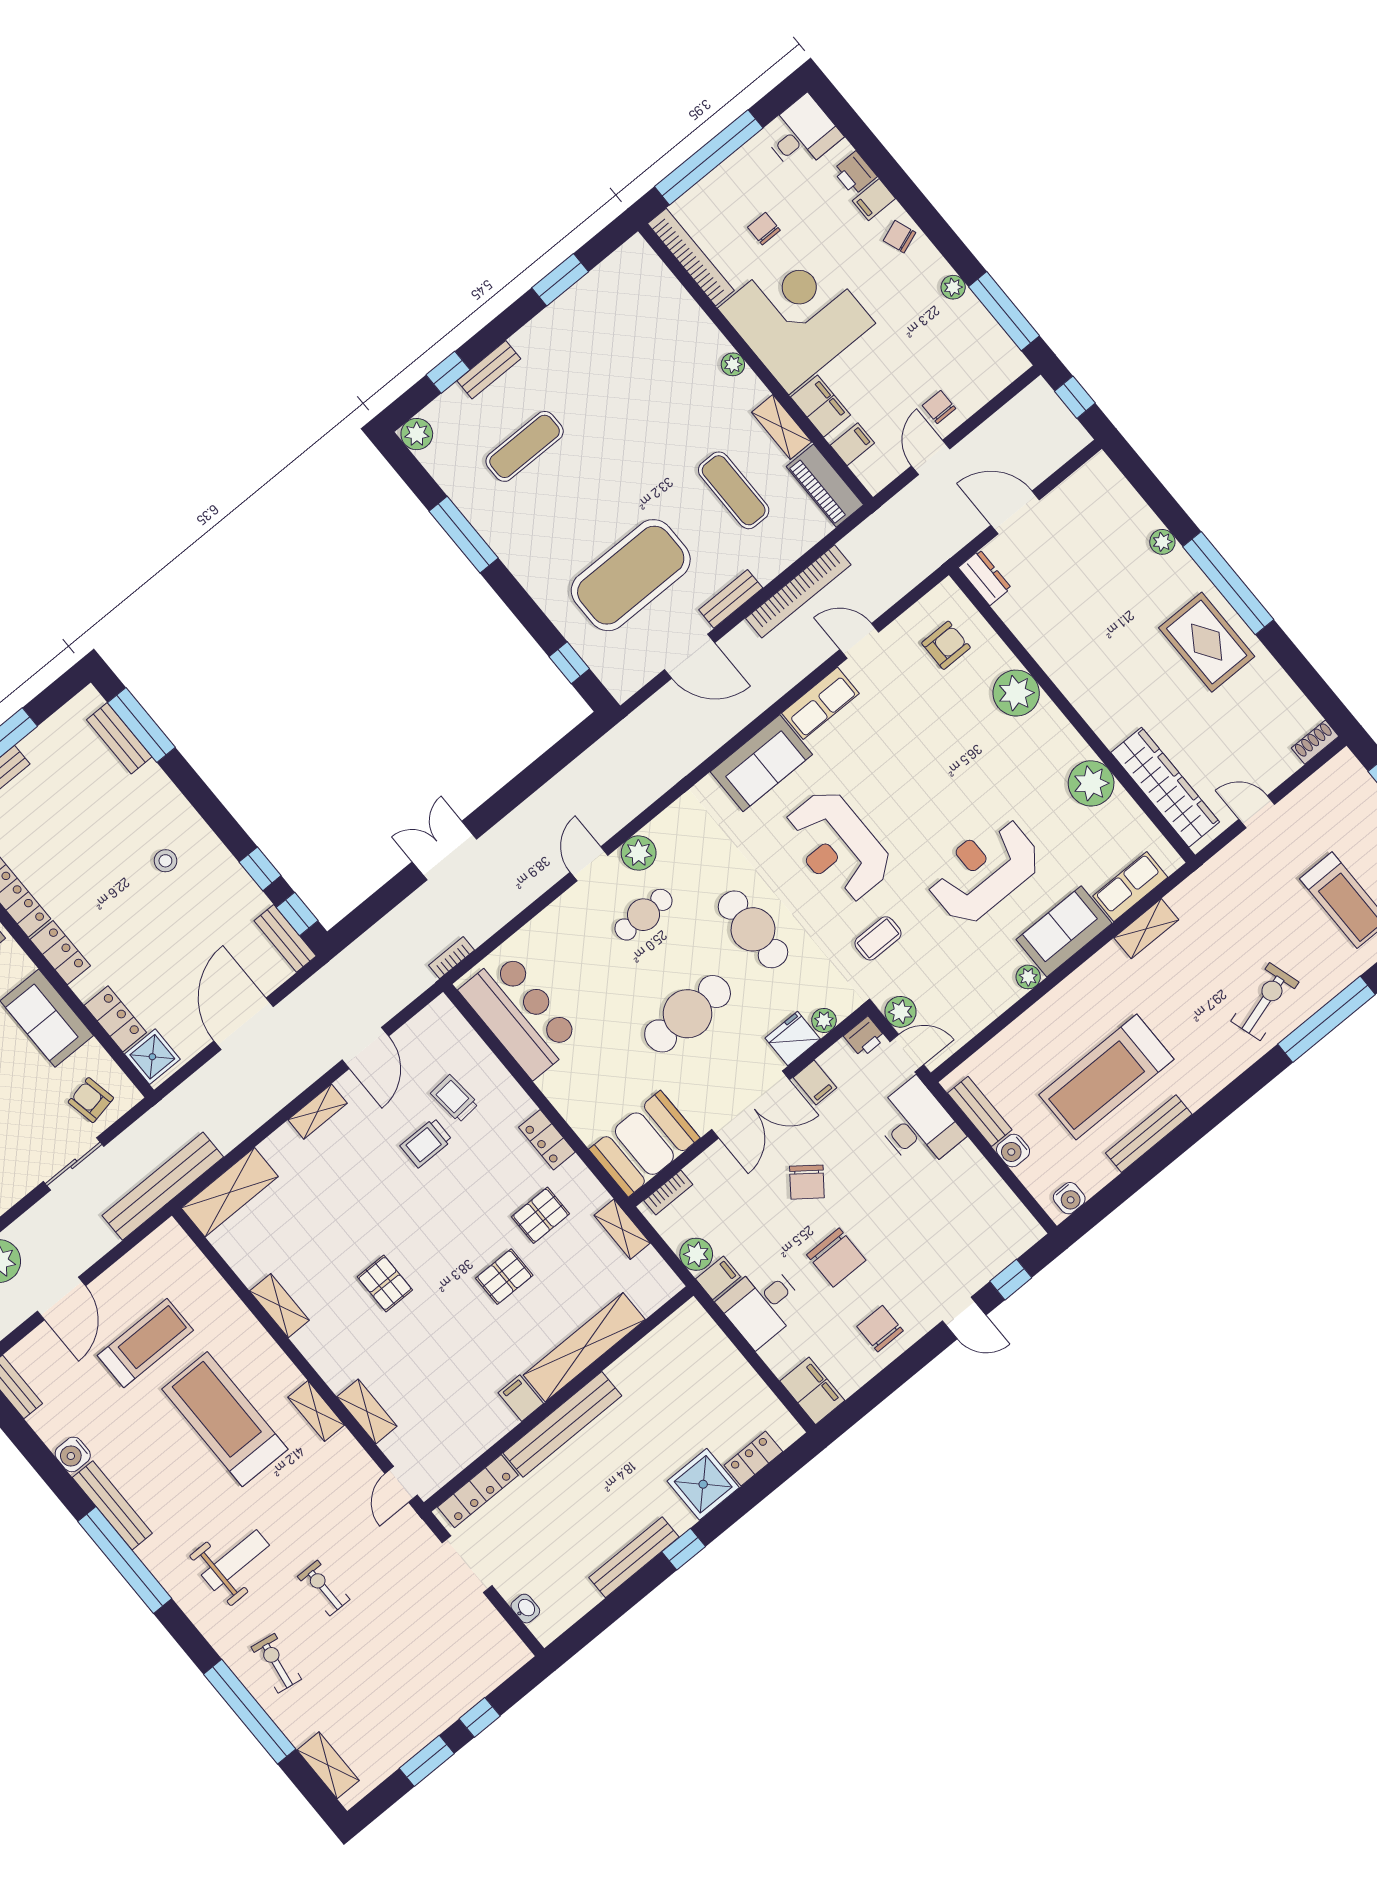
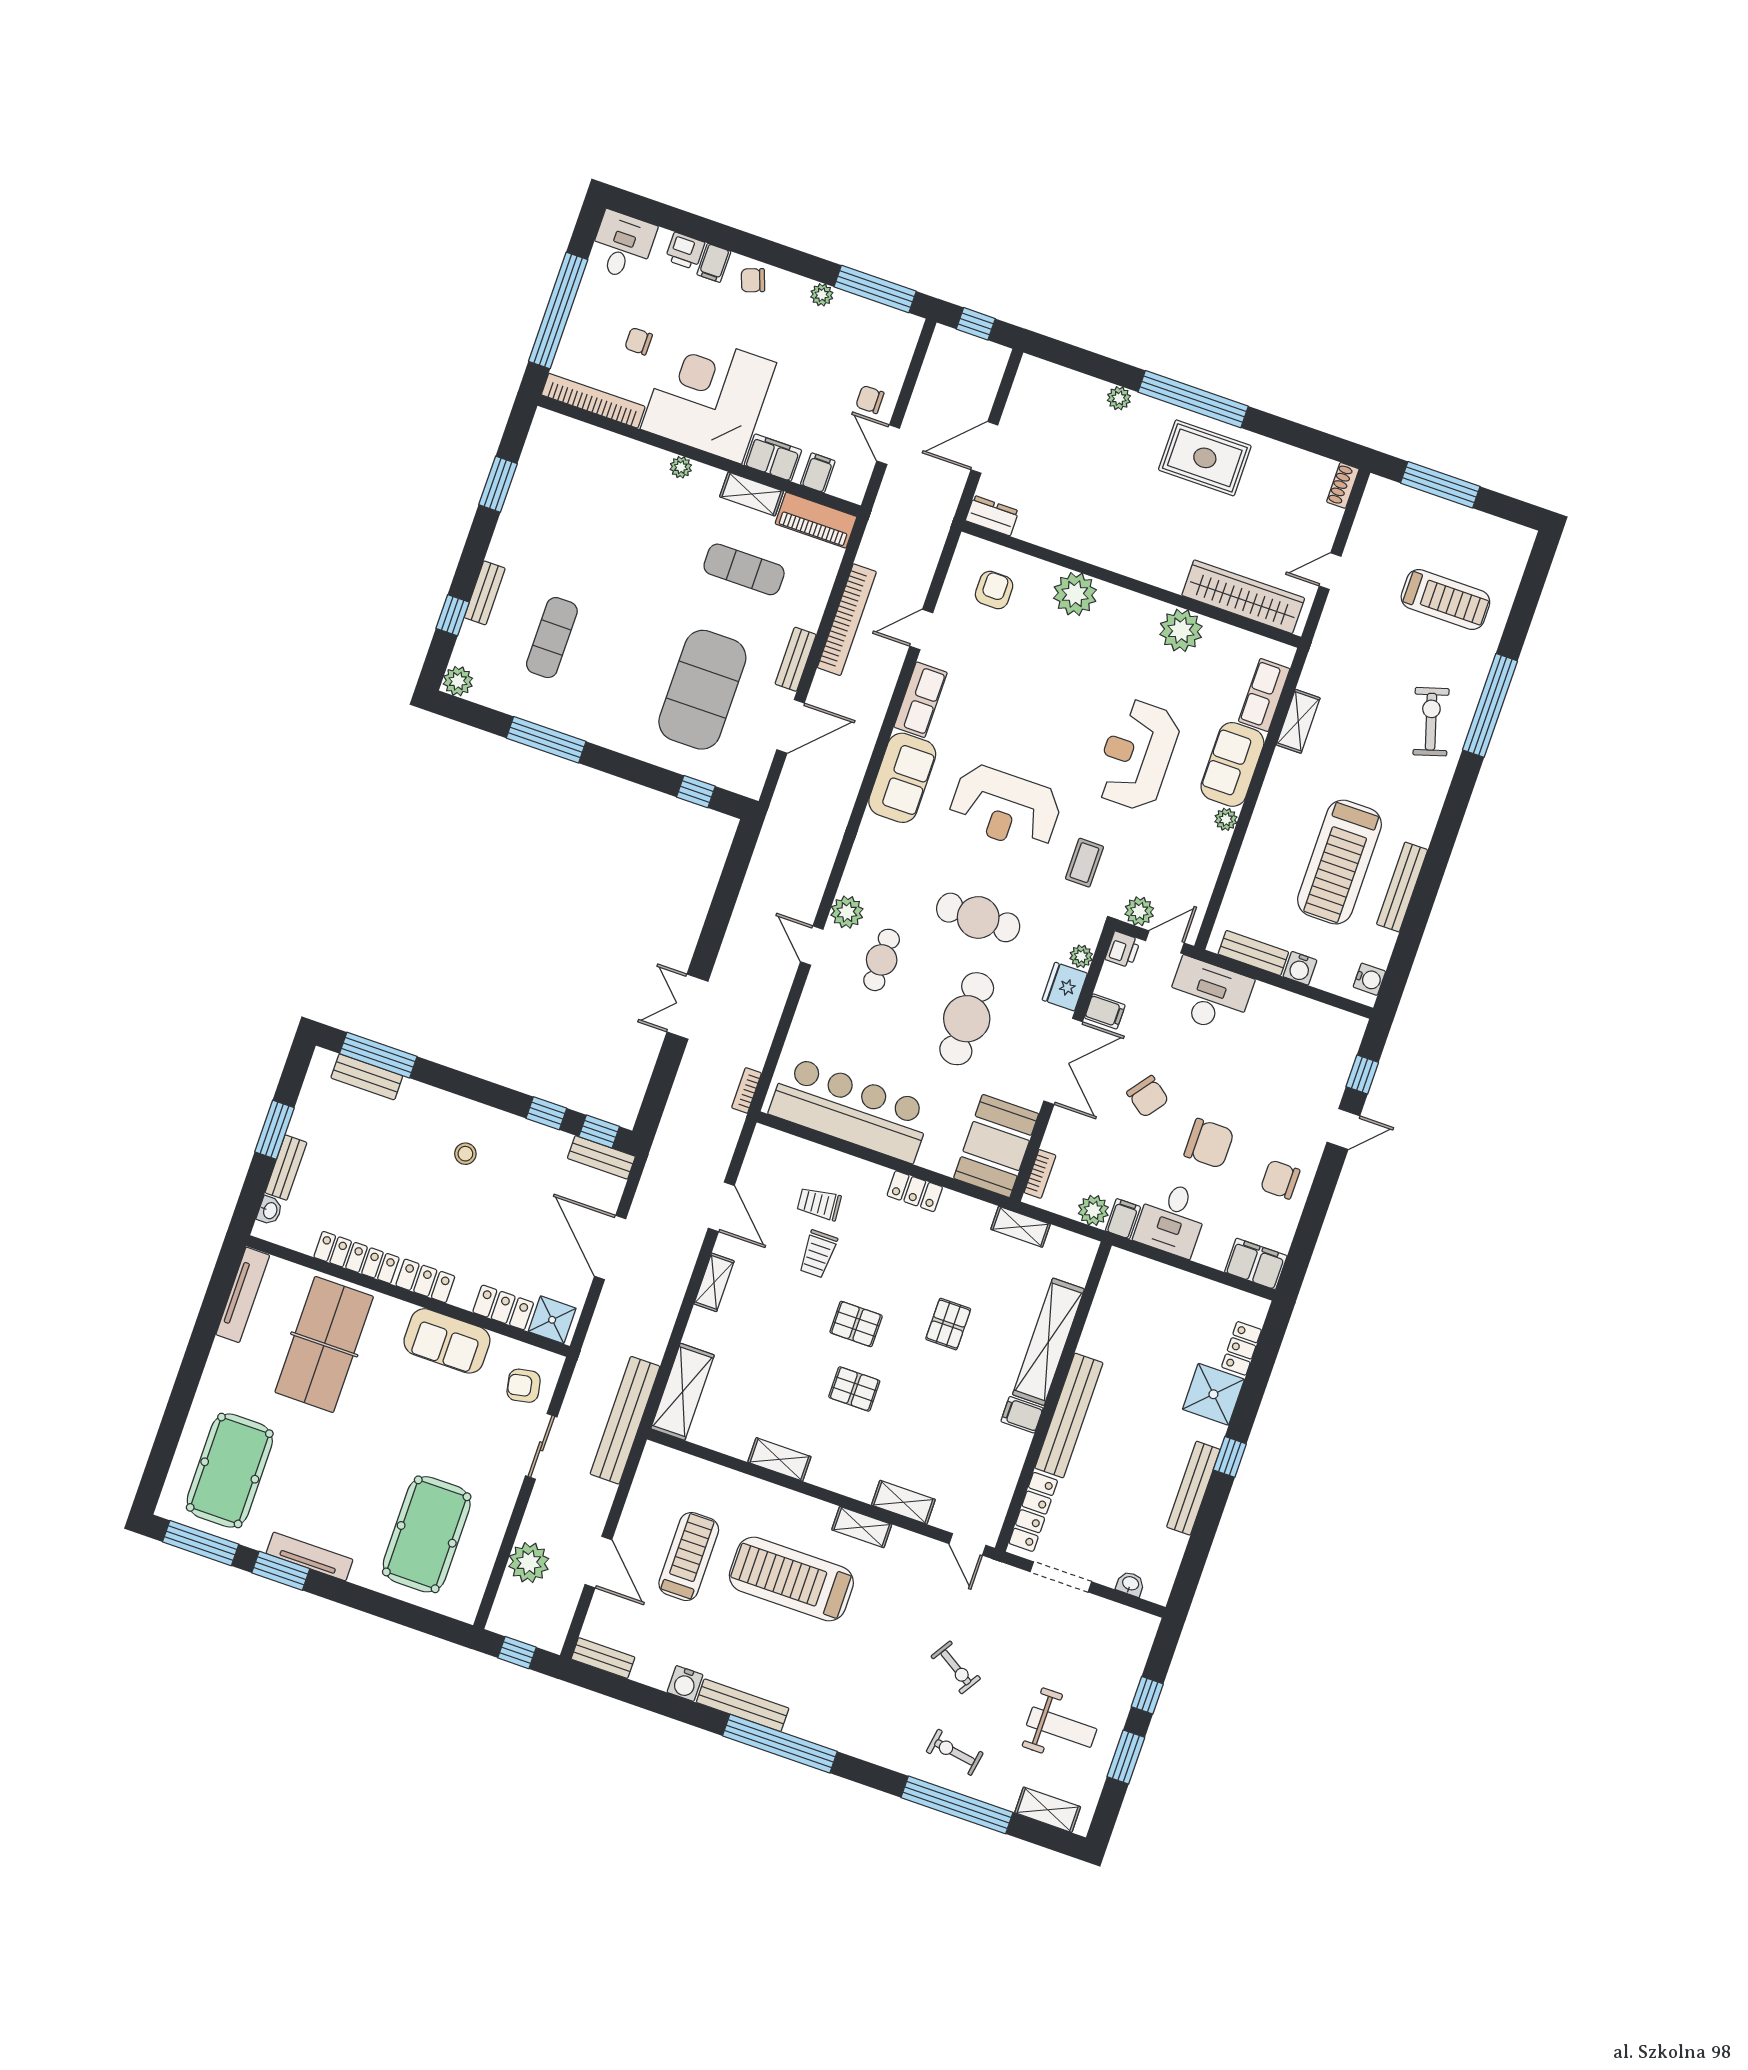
bar counter: (520, 1015) -> (851, 1109), width x1.36
pallet: (541, 1215) -> (856, 1324), moved, turned 90
weight bench: (235, 1560) -> (1062, 1727), moved, turned 90
exercise bike: (324, 1588) -> (956, 1667), turned -148

